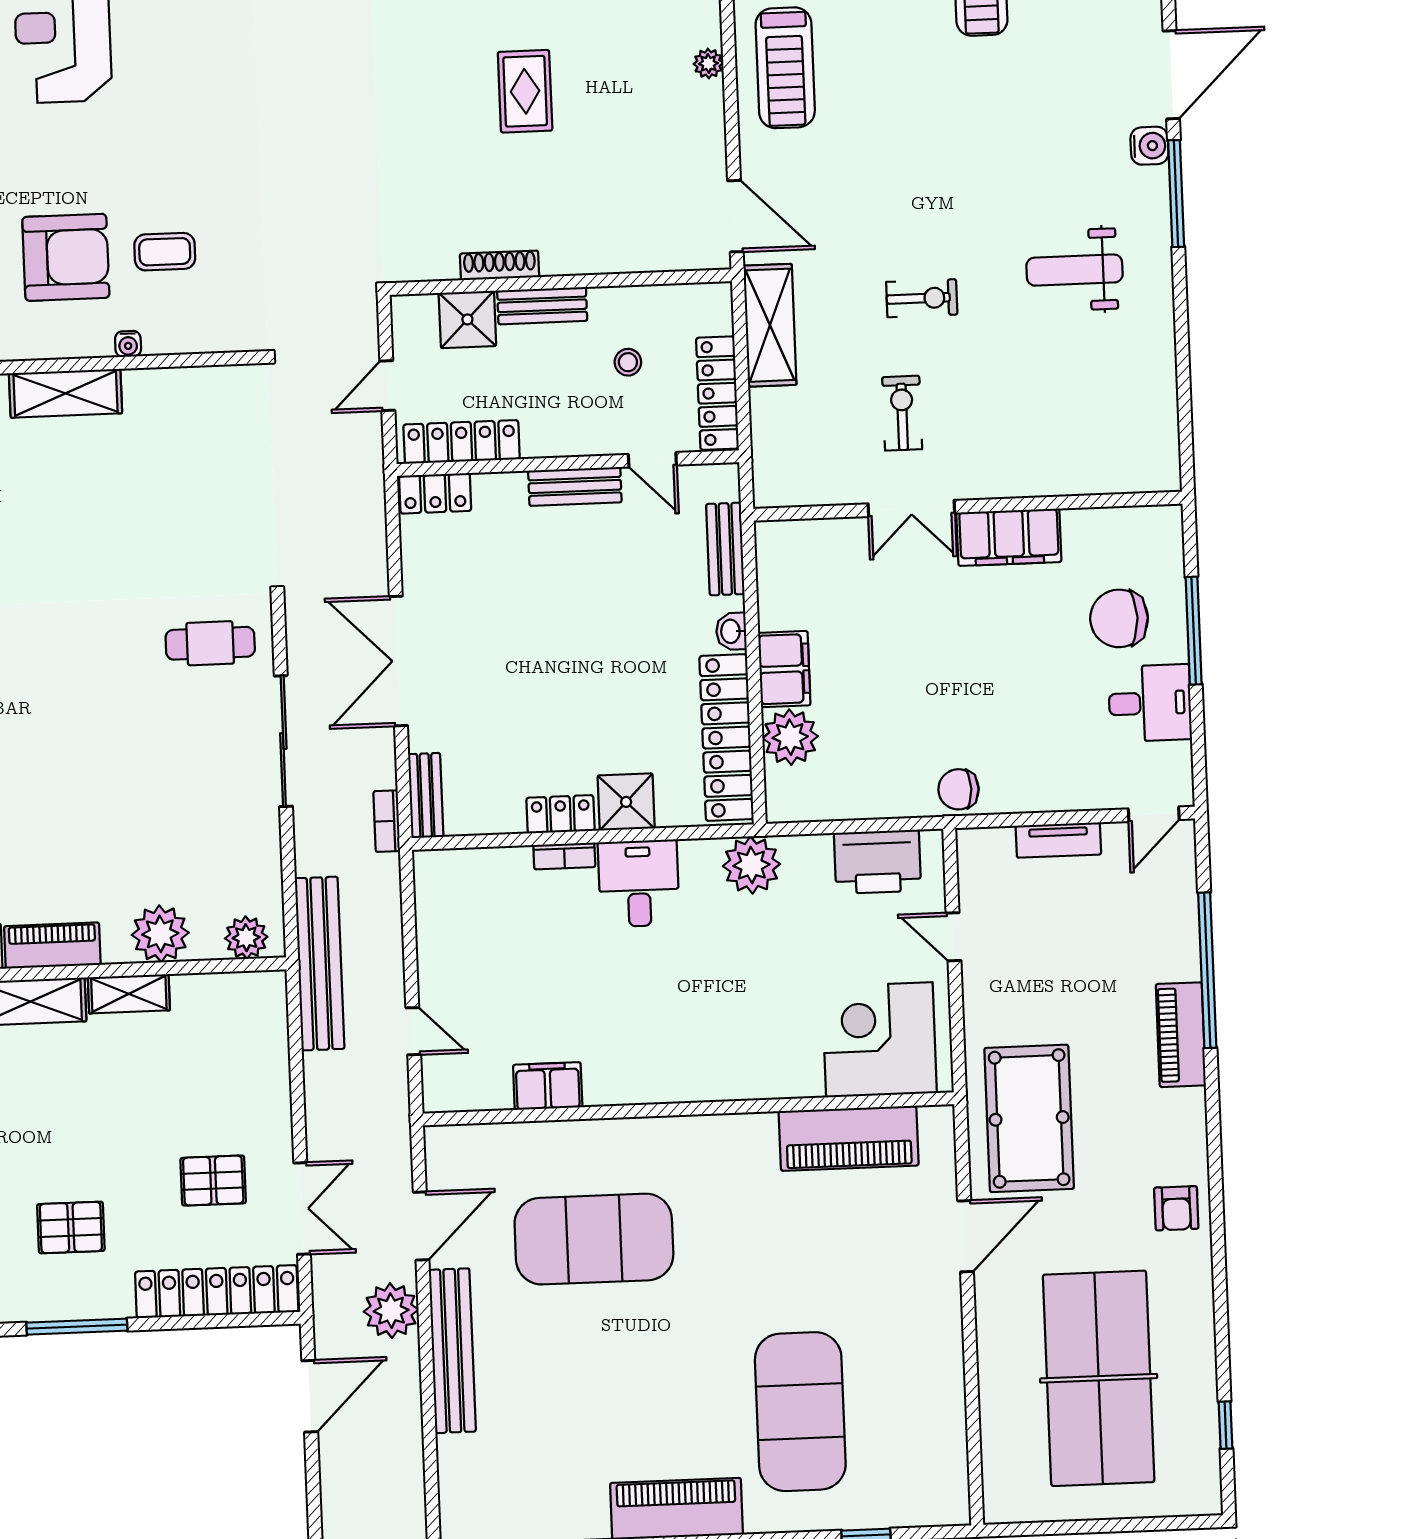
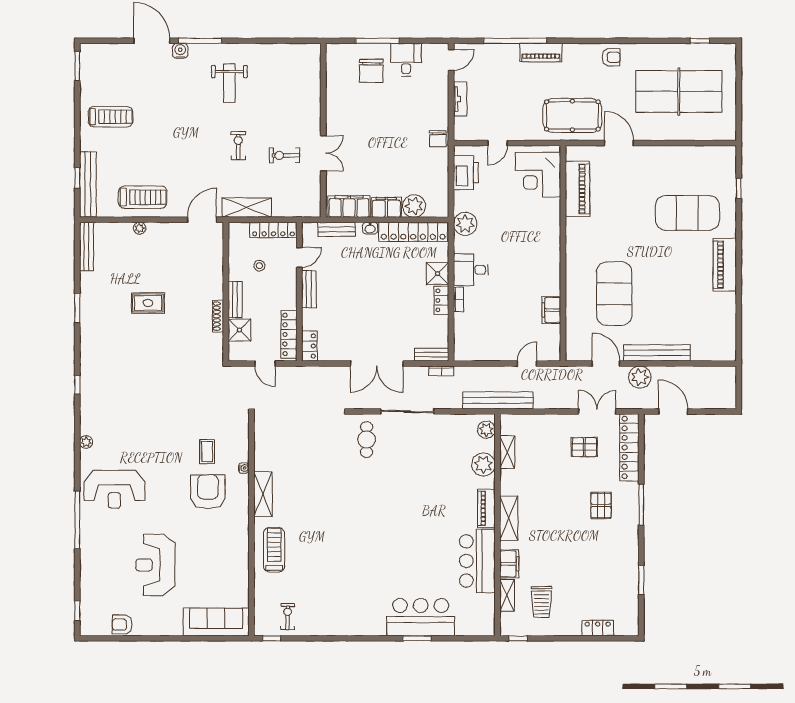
filing cabinet: (1009, 537) -> (349, 207), moved, turned -90
door: (1154, 814) -> (451, 60), hinge flipped
shelving: (129, 994) -> (507, 452), moved
pallet: (213, 1181) -> (584, 447), turned 90

